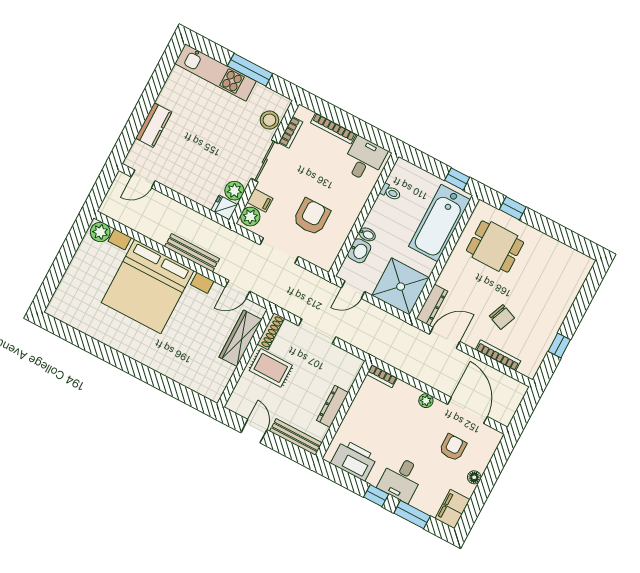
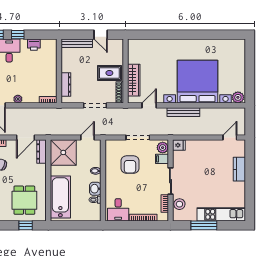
window: (457, 179) -> (63, 225), removed
plant: (234, 191) -> (178, 157), removed
dining table: (495, 246) -> (24, 200), turned 90
washbasin: (359, 251) -> (95, 189), moved
dresser: (332, 406) -> (66, 85), moved
printer: (354, 460) -> (34, 45), width x0.53, depth x0.68

